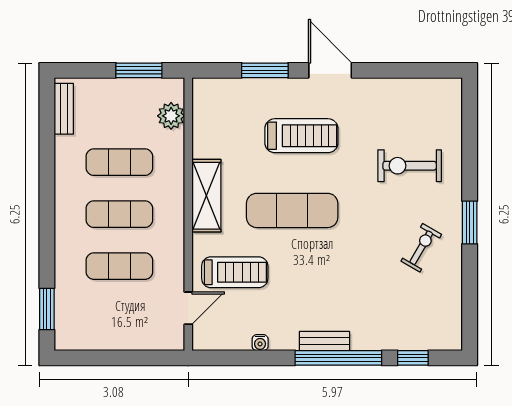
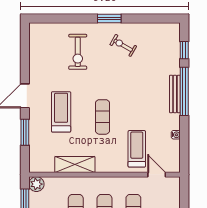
plant: (171, 116) -> (36, 184), moved
shelving: (206, 196) -> (75, 165), moved
exercise mat: (292, 210) -> (102, 117), width x0.73, depth x0.69
bench: (325, 341) -> (175, 94), width x1.36

